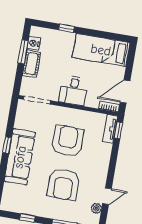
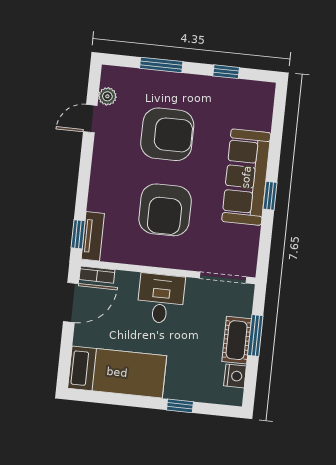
window: (23, 52) -> (255, 335), moved
armchair: (63, 184) -> (167, 134), turned 90

